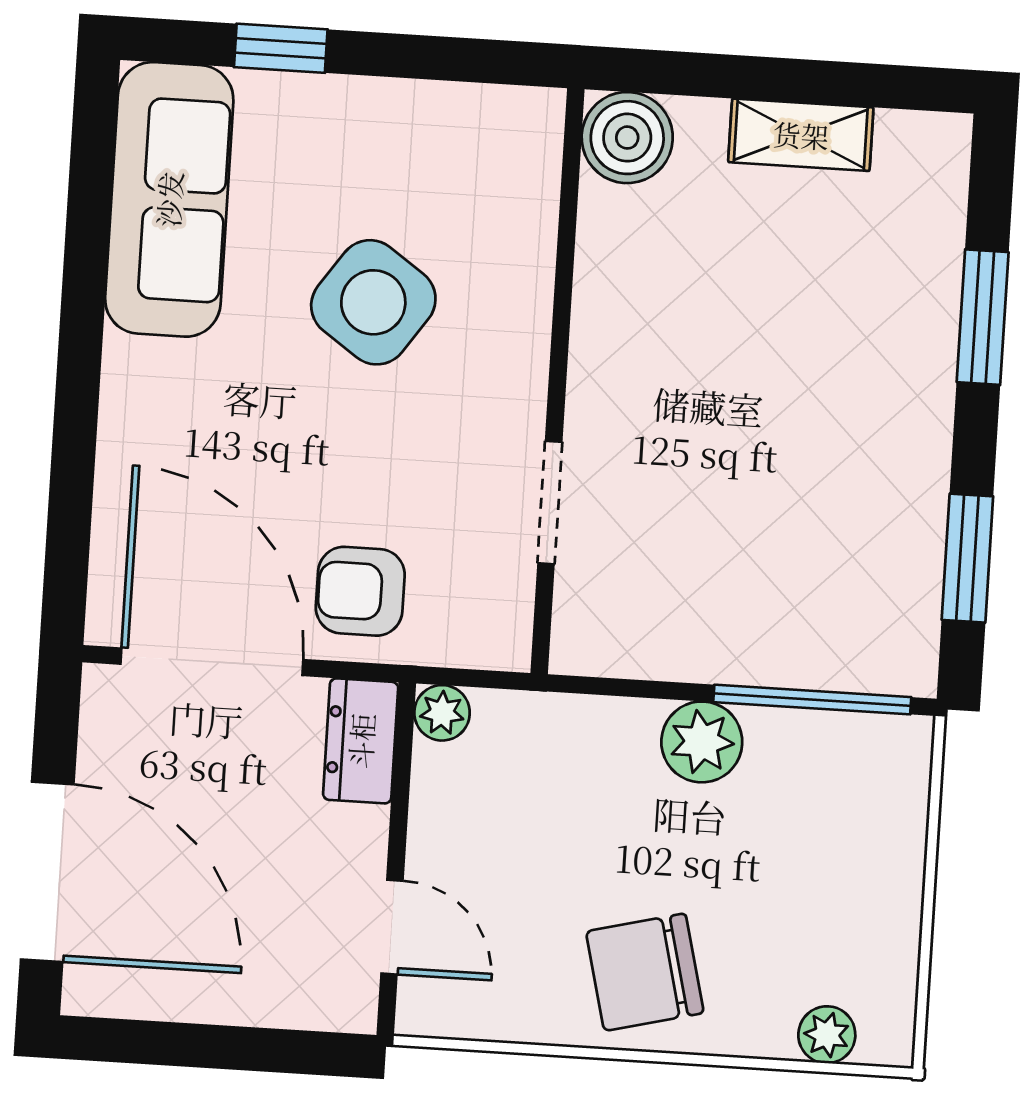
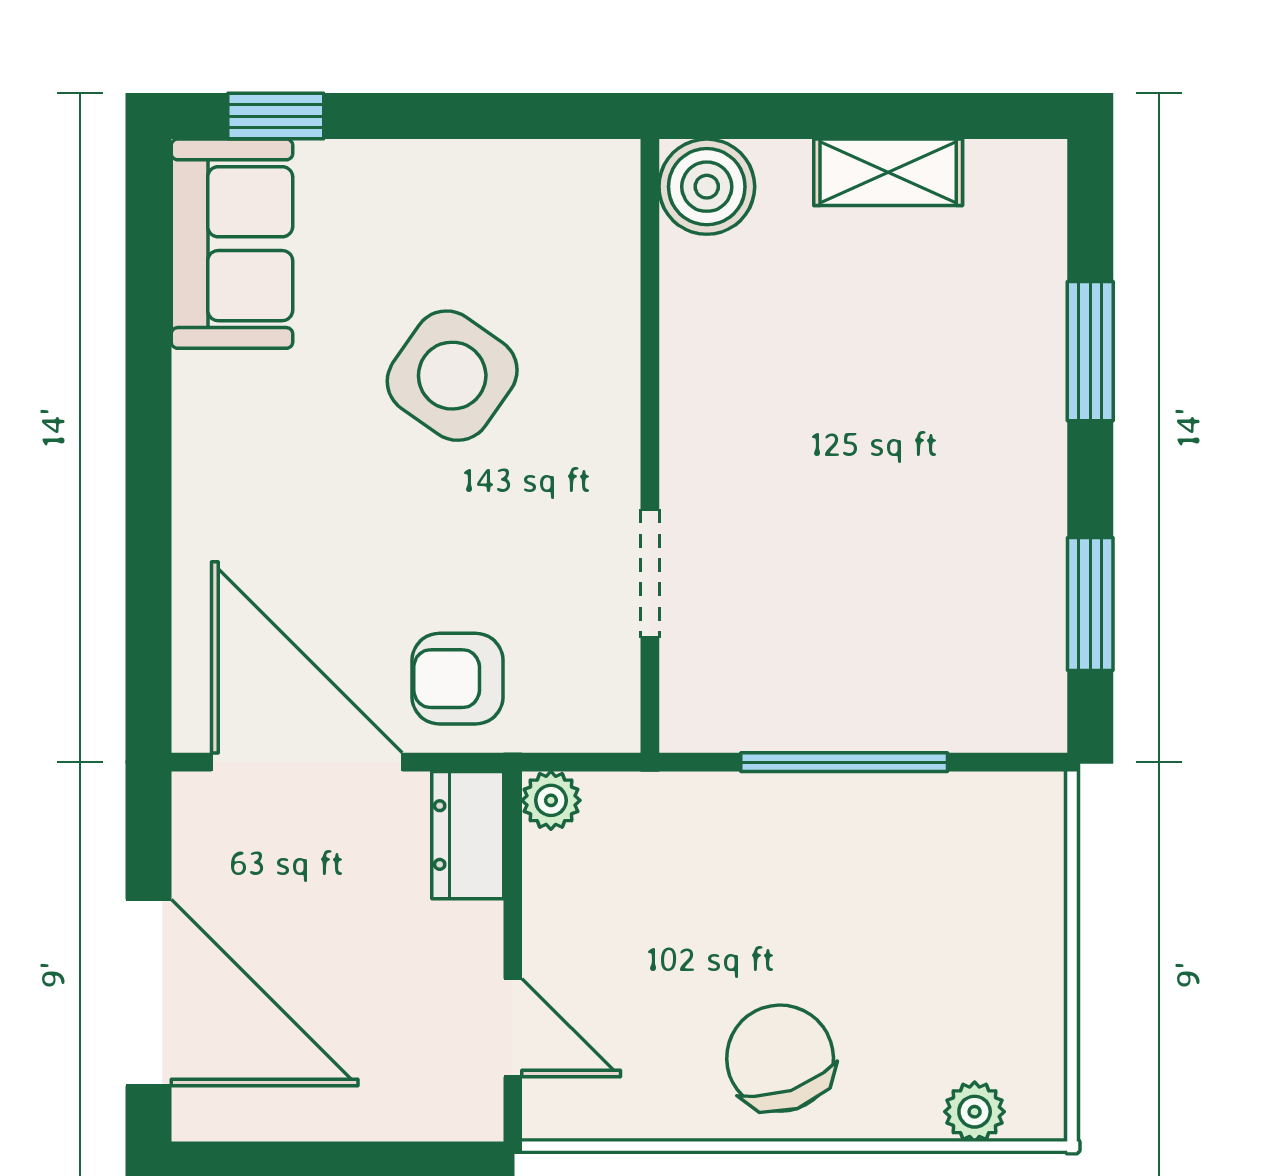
window: (281, 48) -> (276, 116), moved
sofa: (169, 199) -> (232, 244), width x0.73
window: (812, 700) -> (844, 762), moved
plant: (702, 742) -> (825, 814), removed
chair: (645, 972) -> (780, 1058), turned 85

